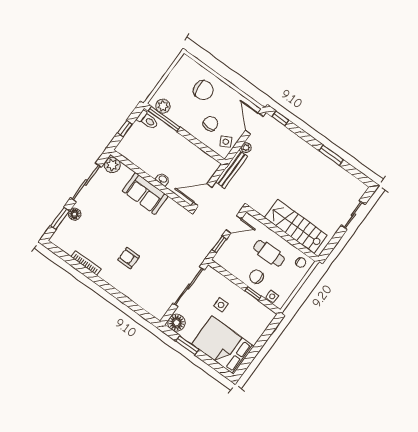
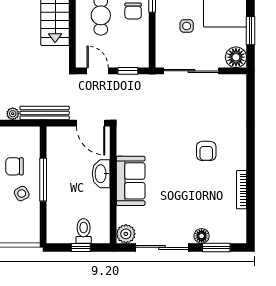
plant: (163, 106) -> (31, 226), removed
window: (164, 119) -> (43, 180), moved
toilet: (148, 120) -> (84, 231), moved
side table: (226, 142) -> (22, 194), moved
washbasin: (163, 179) -> (101, 174), width x1.91, depth x1.45

